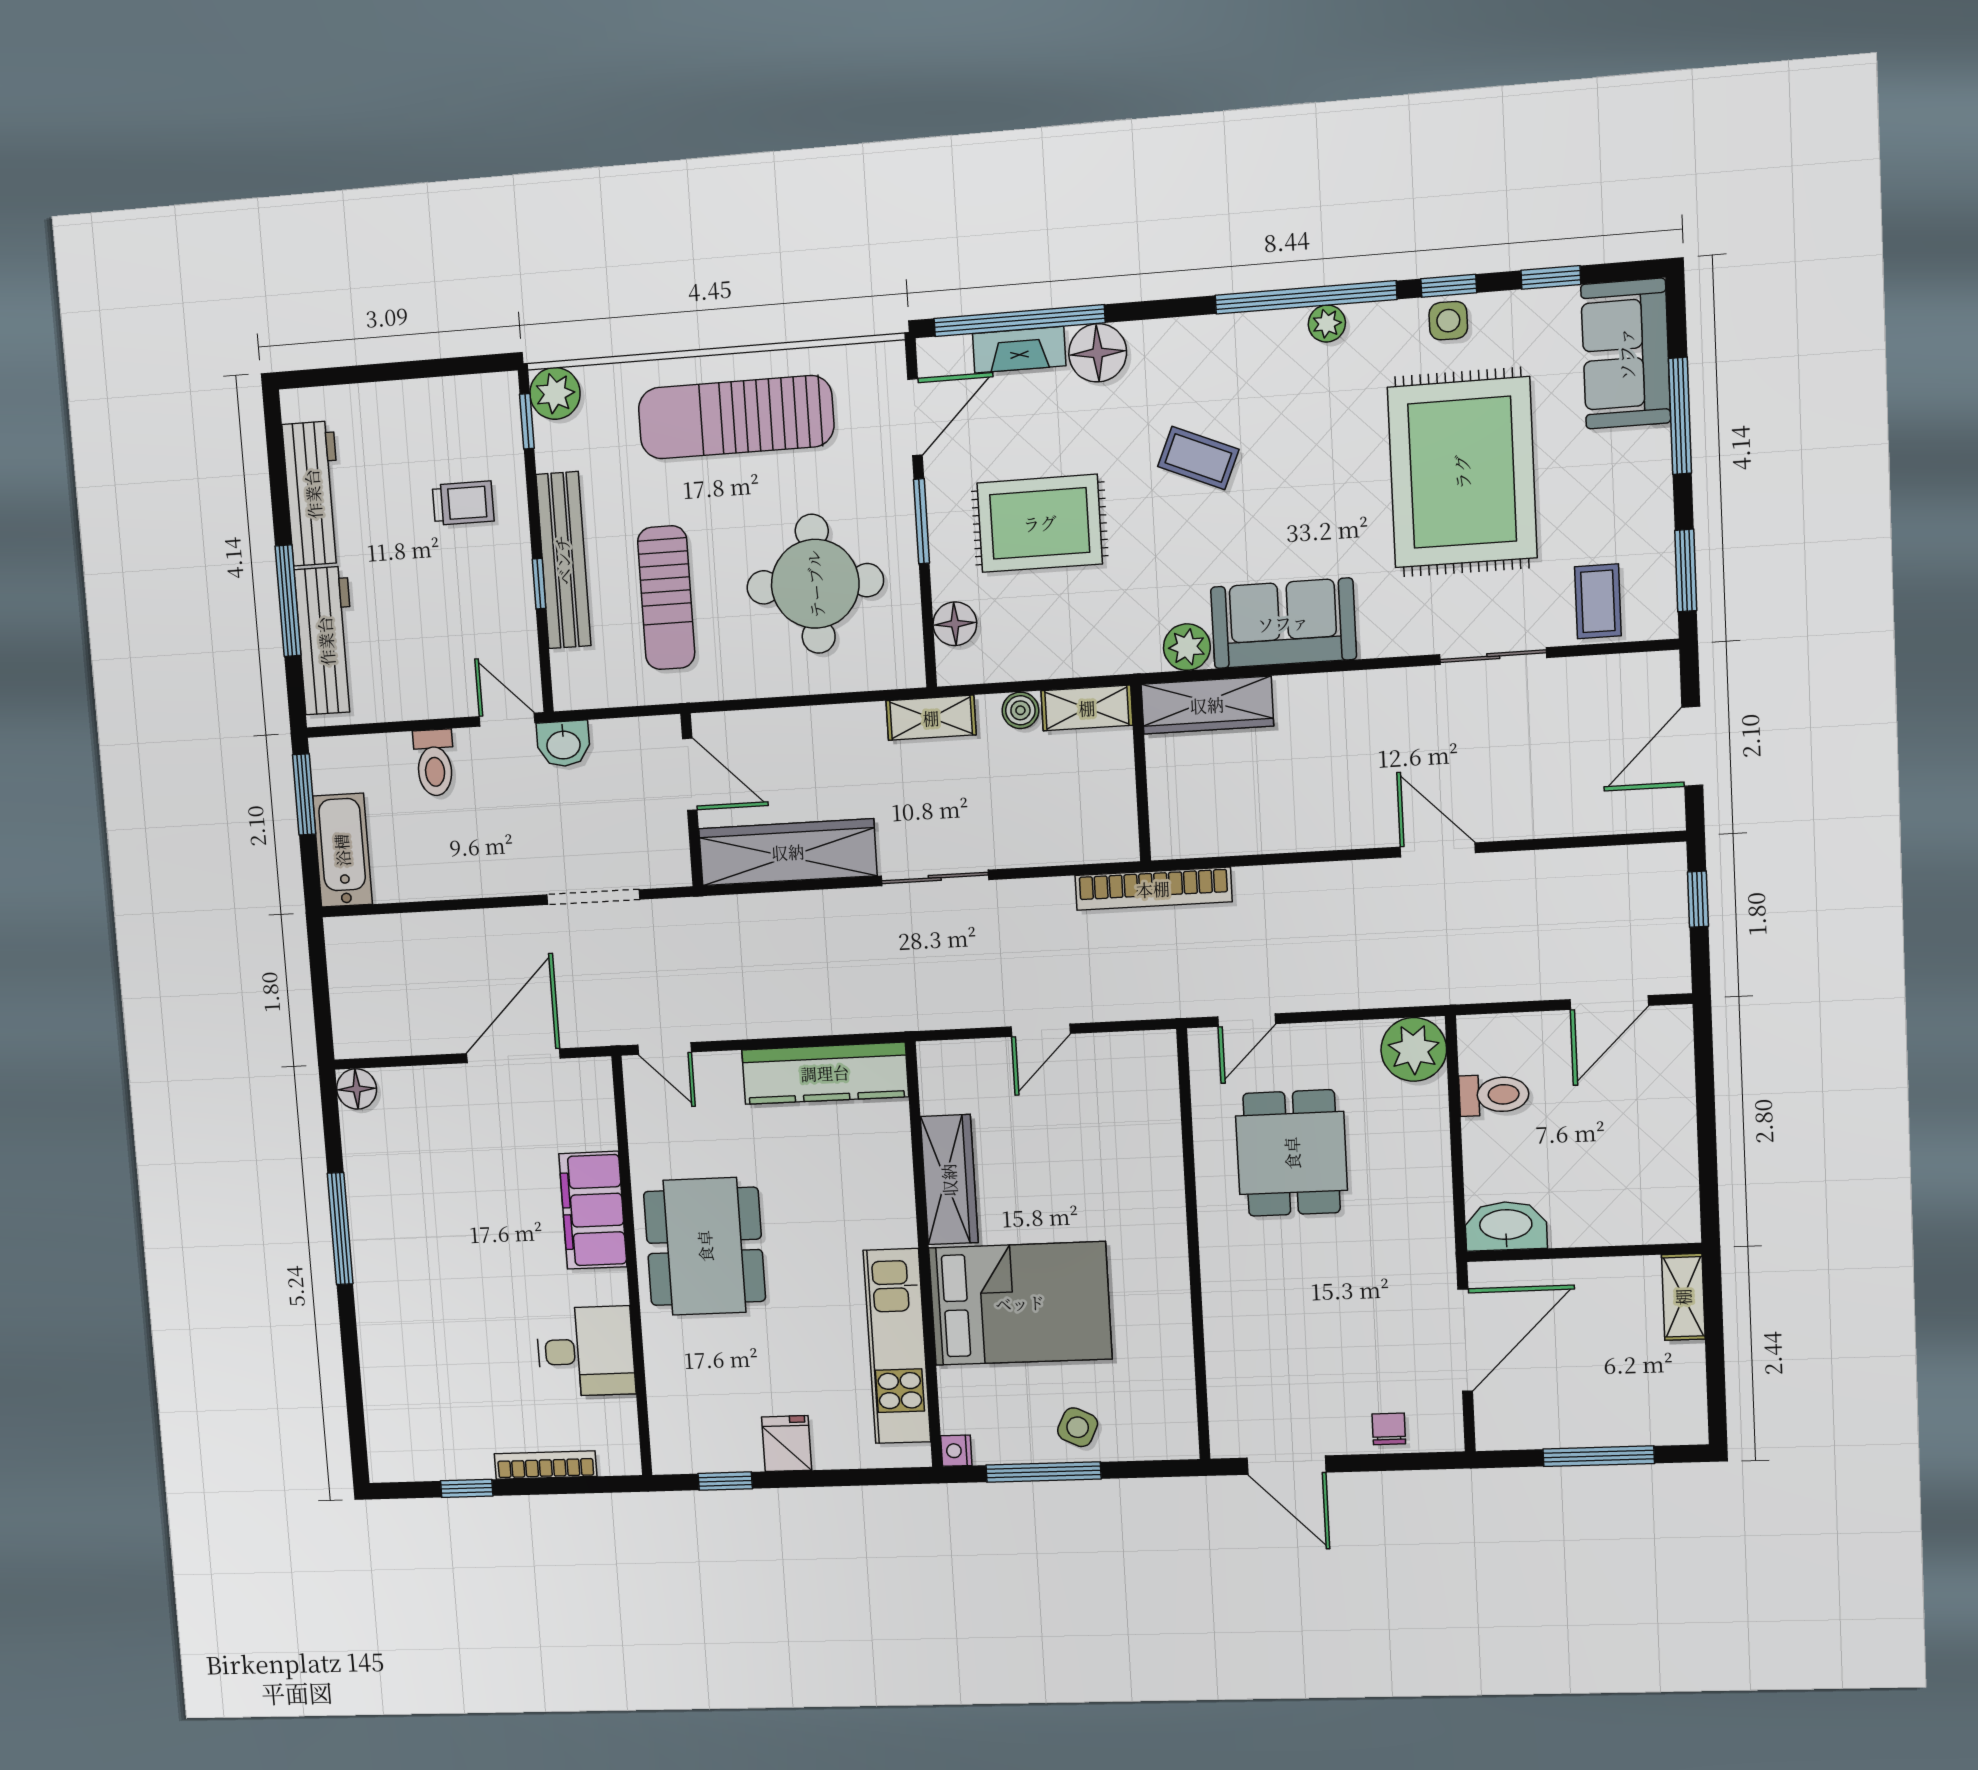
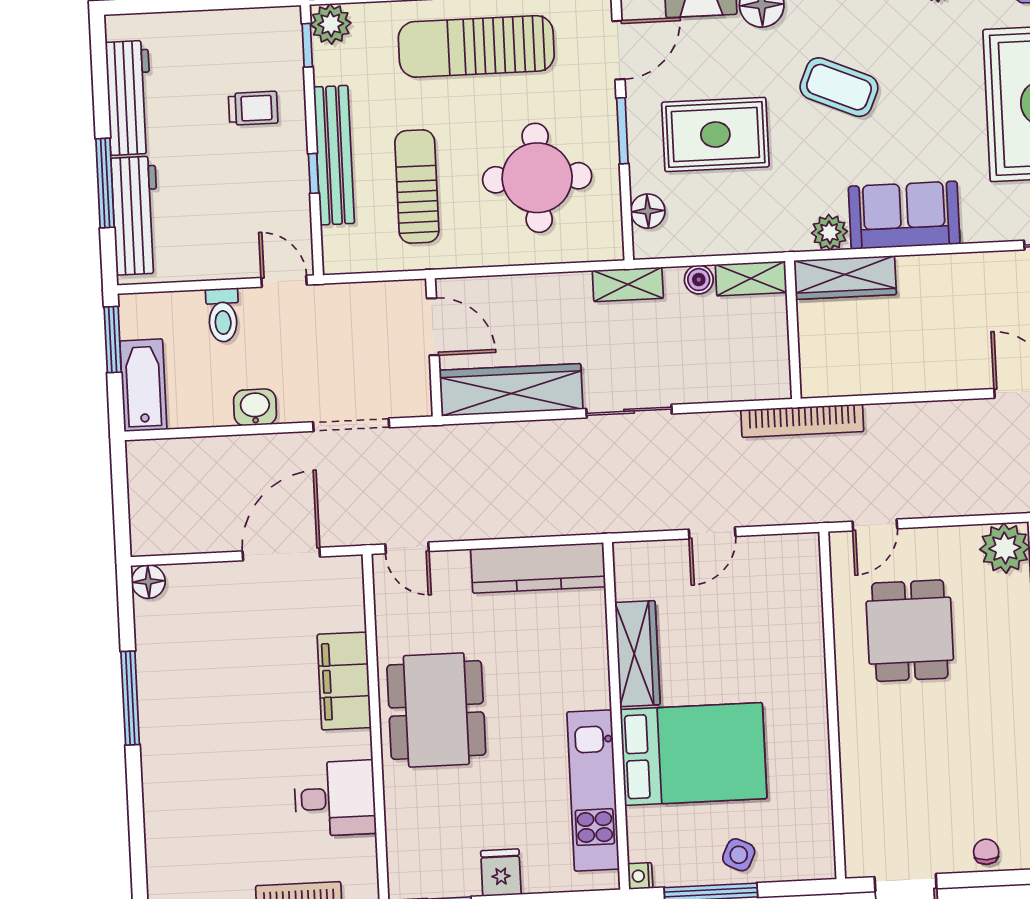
coffee table: (1198, 458) -> (839, 87), width x1.36, depth x1.30
sun lounger: (666, 598) -> (417, 186), turned 180
washbasin: (563, 744) -> (255, 407), moved, turned 180

